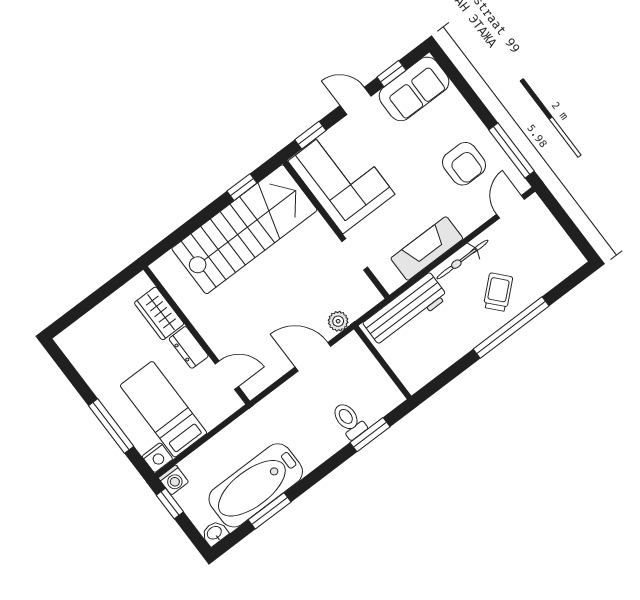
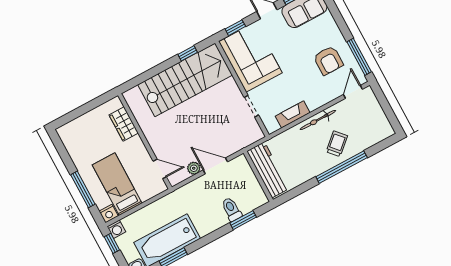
fireplace: (427, 249) -> (293, 114), width x0.73, depth x0.76
workbench: (405, 310) -> (268, 170), moved, turned -90
plant: (338, 321) -> (194, 168), moved
dresser: (189, 347) -> (139, 148), removed

